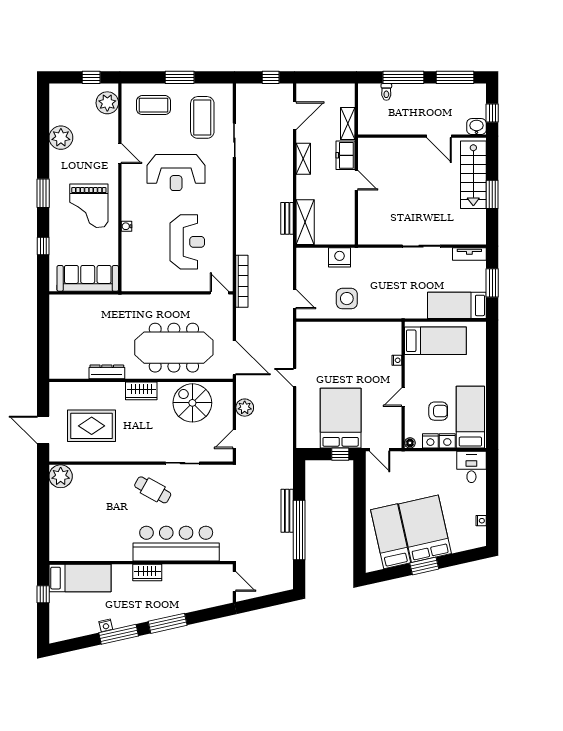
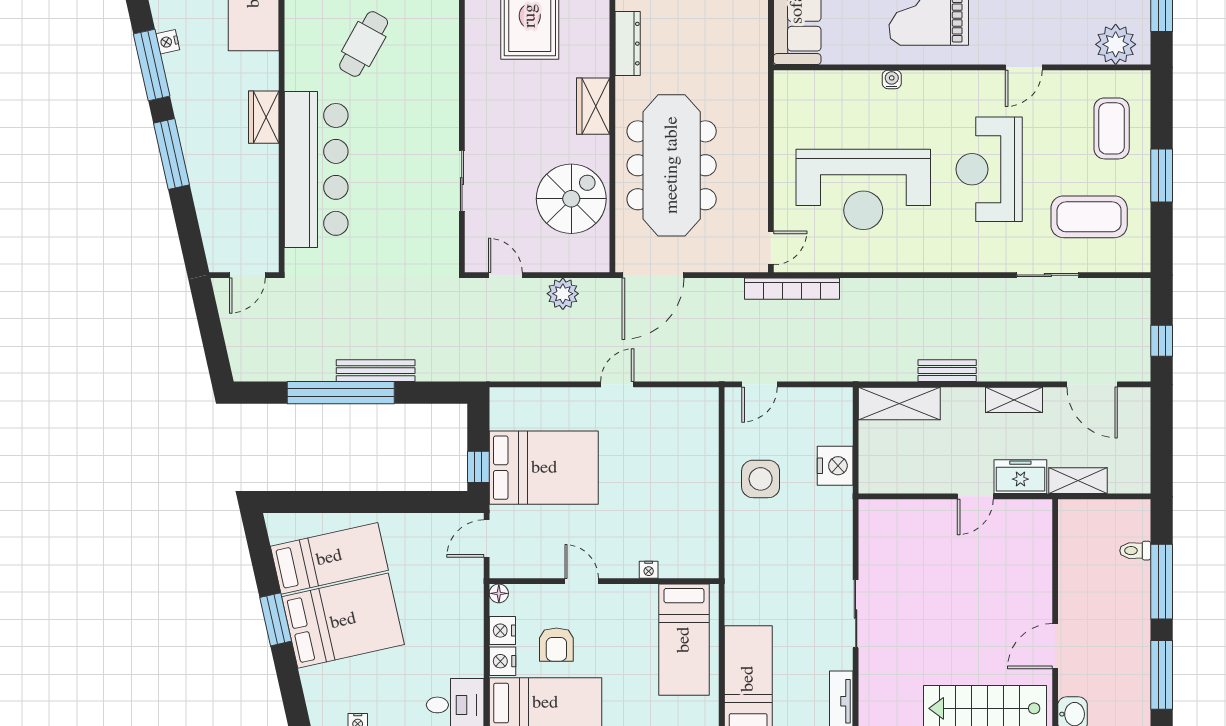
bench: (287, 218) -> (947, 371), moved
reception desk: (187, 242) -> (863, 189), width x1.36, depth x1.30
cafe table: (153, 490) -> (364, 44), moved

